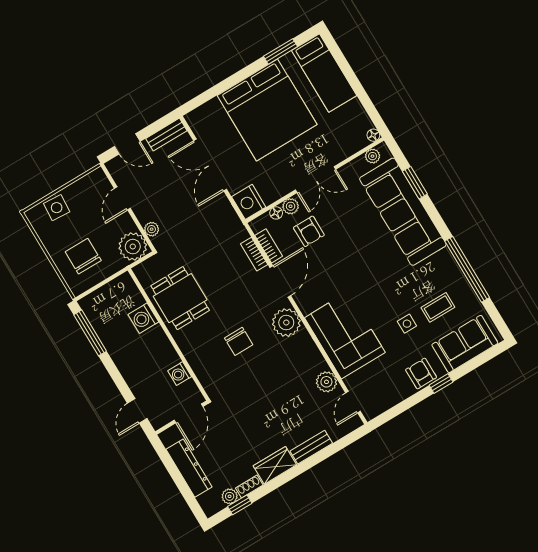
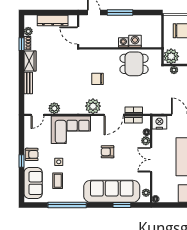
armchair: (309, 231) -> (108, 152), moved
door: (280, 282) -> (114, 115), hinge flipped
window: (90, 333) -> (120, 12), moved
washing machine: (180, 374) -> (123, 43), moved
door: (353, 402) -> (37, 115), swing flipped
window: (240, 505) -> (21, 44), moved

